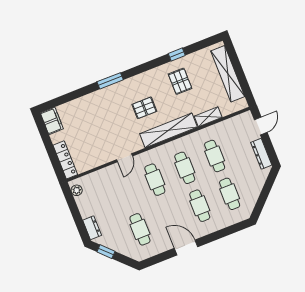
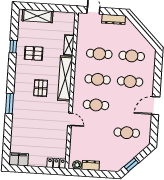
shelving: (228, 74) -> (38, 16), width x0.68
locker: (65, 160) -> (56, 163), width x0.66
dresser: (92, 228) -> (91, 165), moved

